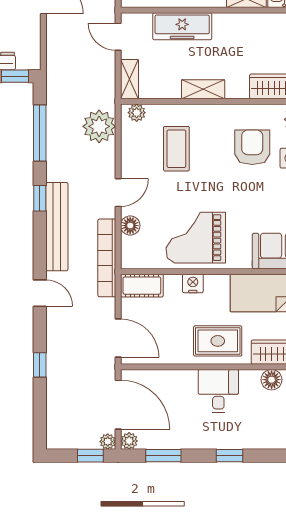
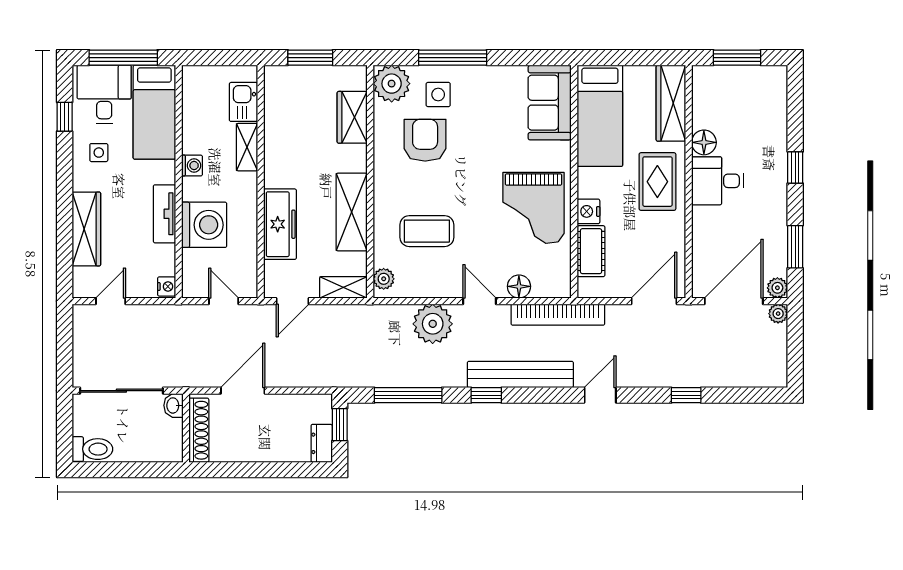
shelving: (203, 89) -> (352, 212), width x1.50, depth x1.33
plant: (99, 126) -> (433, 324), moved
armchair: (252, 147) -> (425, 140), turned 90
cot: (142, 286) -> (591, 251), moved
floor lamp: (272, 380) -> (704, 142), moved
window: (90, 456) -> (795, 334), removed

